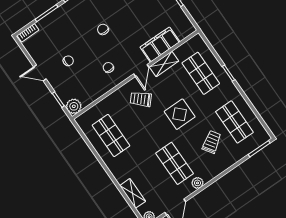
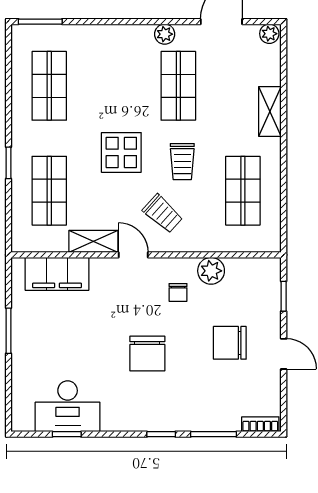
chair: (103, 29) -> (147, 353), width x1.87, depth x1.87
filing cabinet: (160, 45) -> (57, 274), moved
chair: (68, 61) -> (230, 343), width x1.87, depth x1.87
door: (141, 71) -> (133, 255), hinge flipped
plant: (74, 106) -> (211, 271), moved
trolley: (212, 142) -> (182, 162), moved, turned -56
shelving: (133, 193) -> (270, 111), moved

